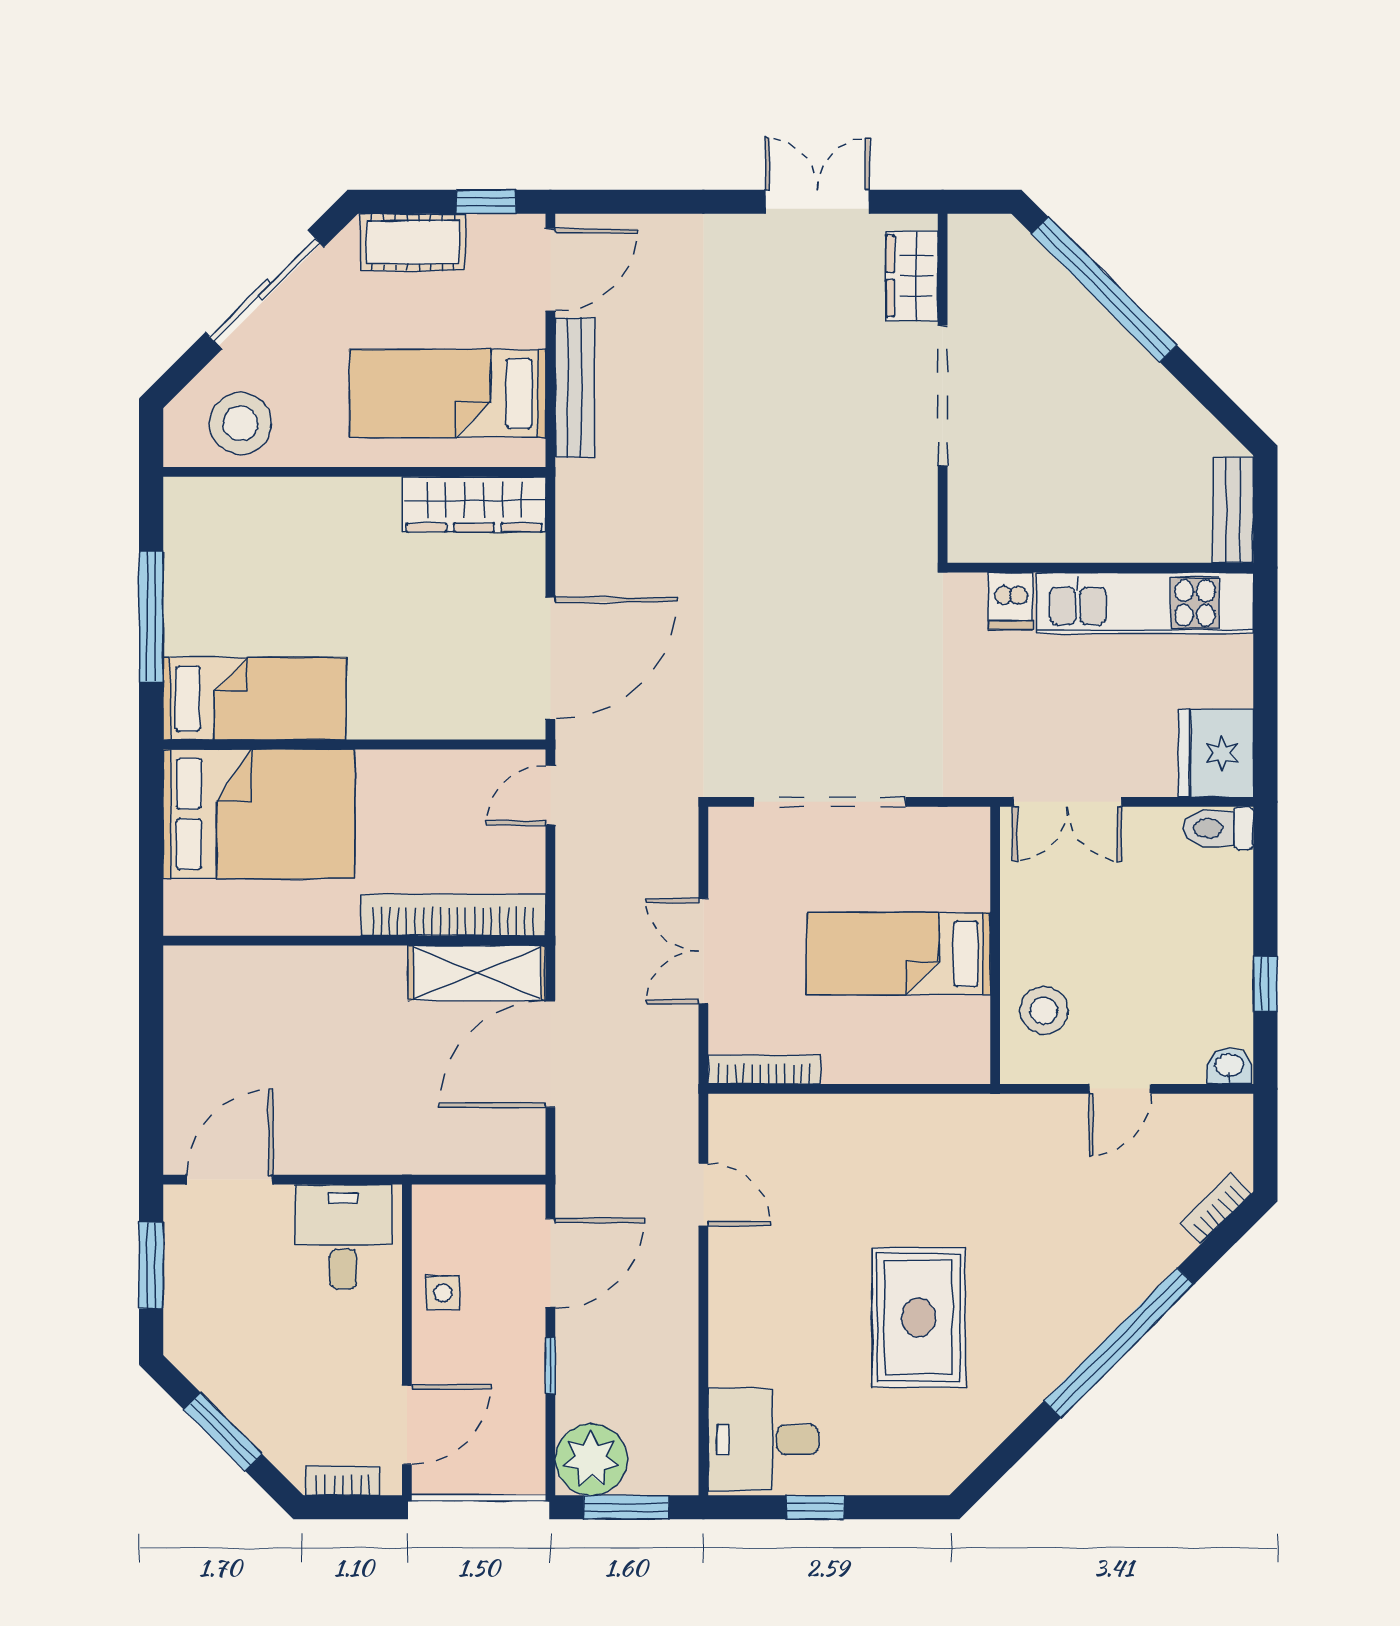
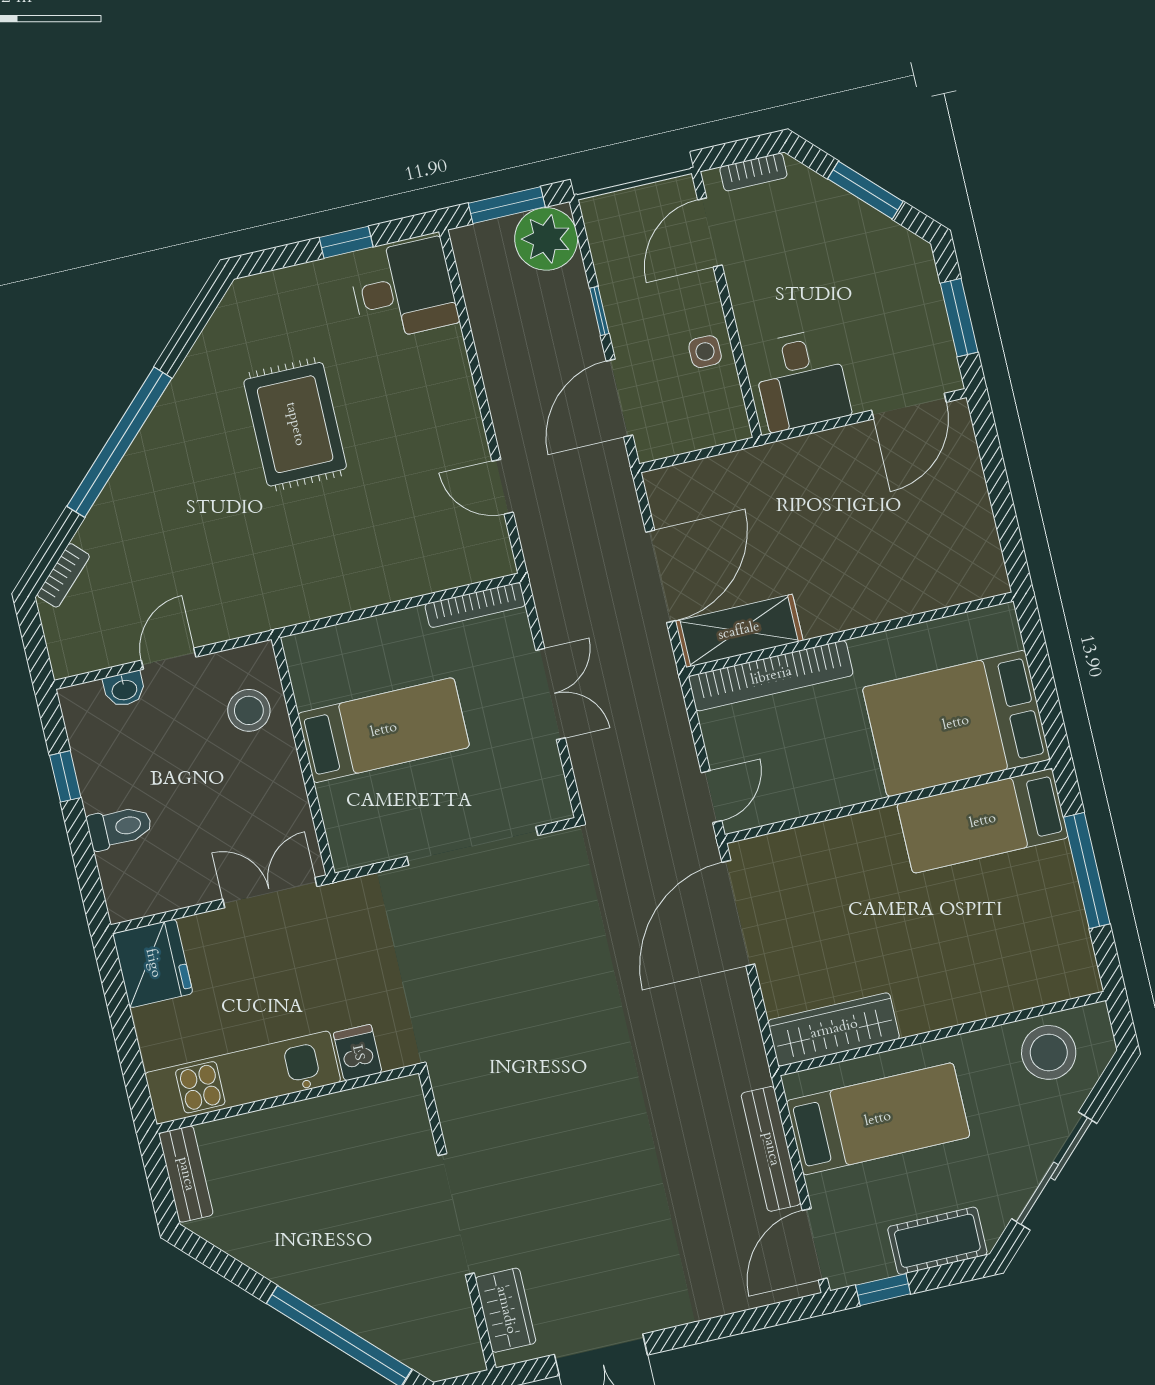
toilet: (1218, 828) -> (120, 827), moved
washbasin: (1229, 1066) -> (124, 689), moved

